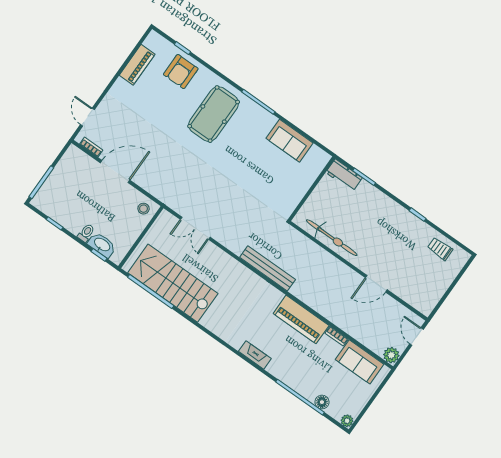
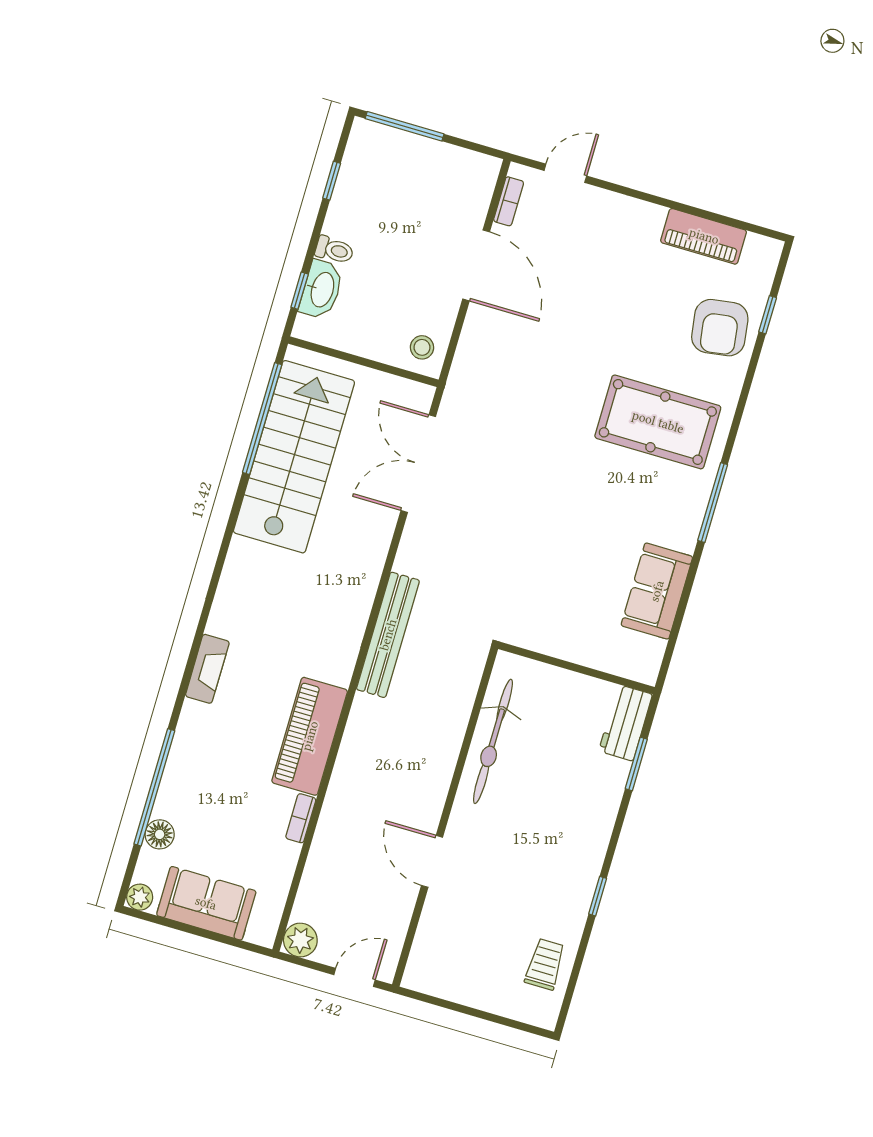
armchair: (181, 72) -> (720, 328), turned -98
double door: (195, 228) -> (418, 464), width x1.37
sofa: (360, 362) -> (206, 903), moved, turned 90

